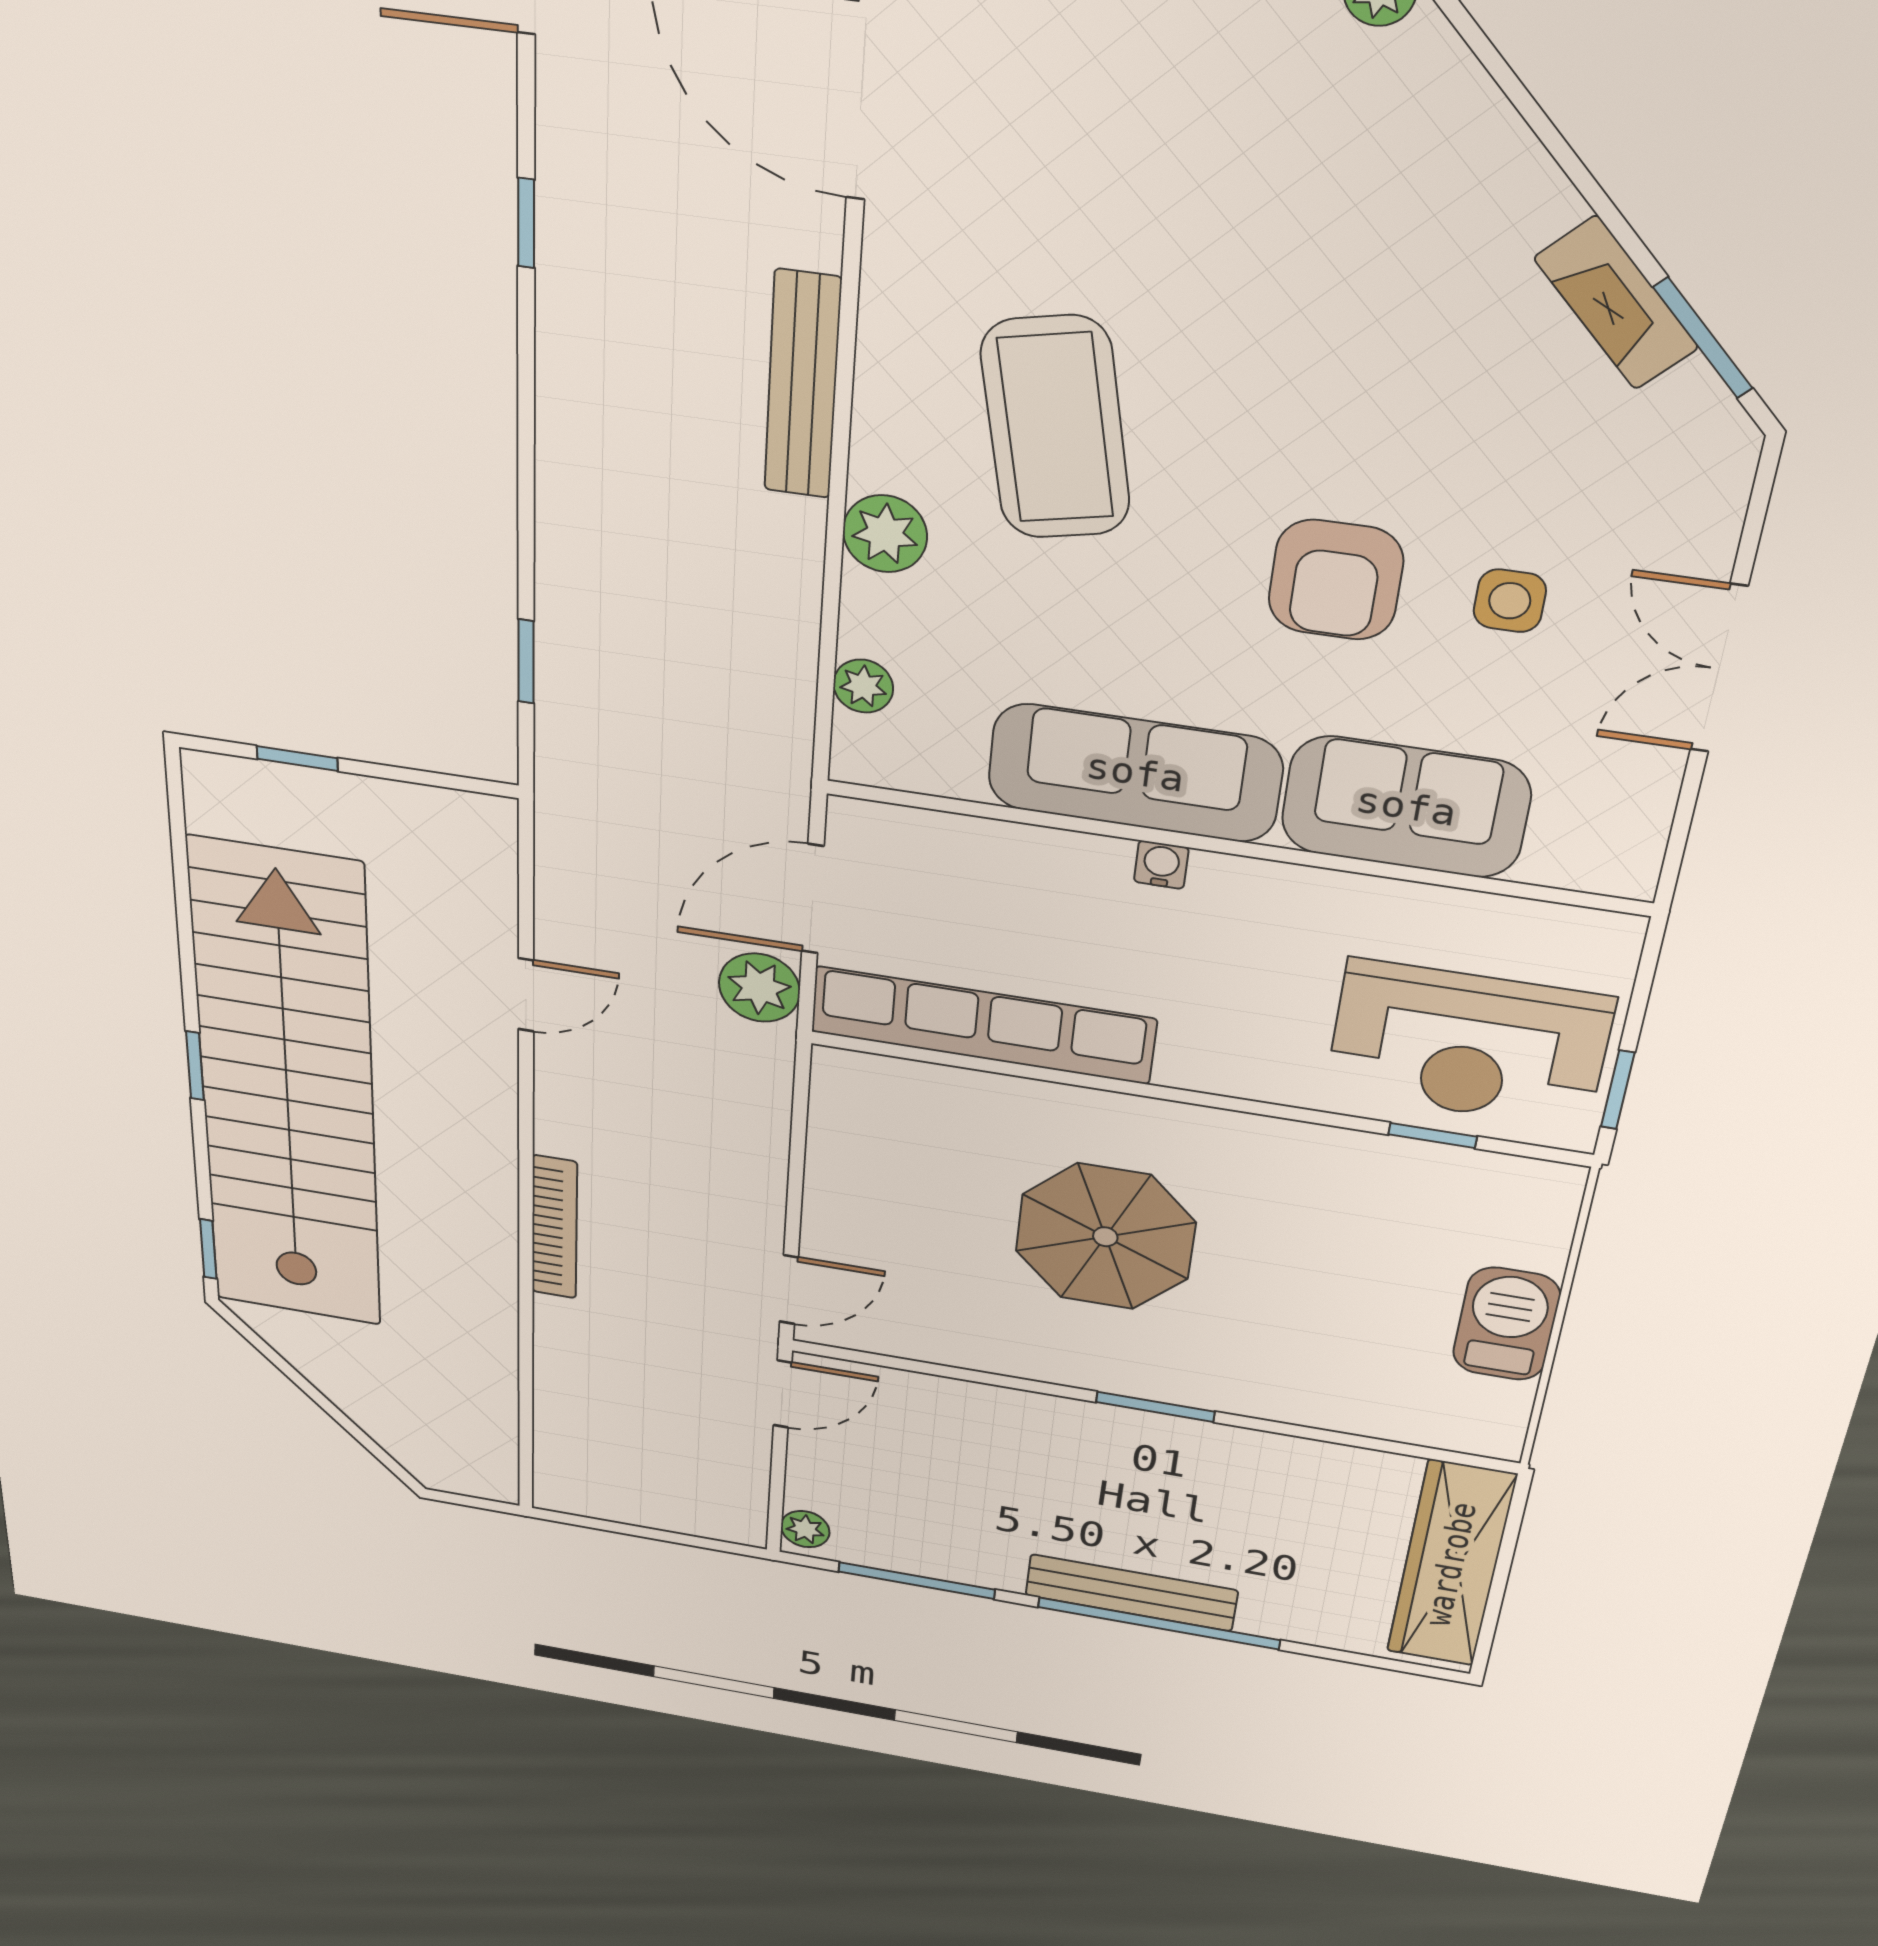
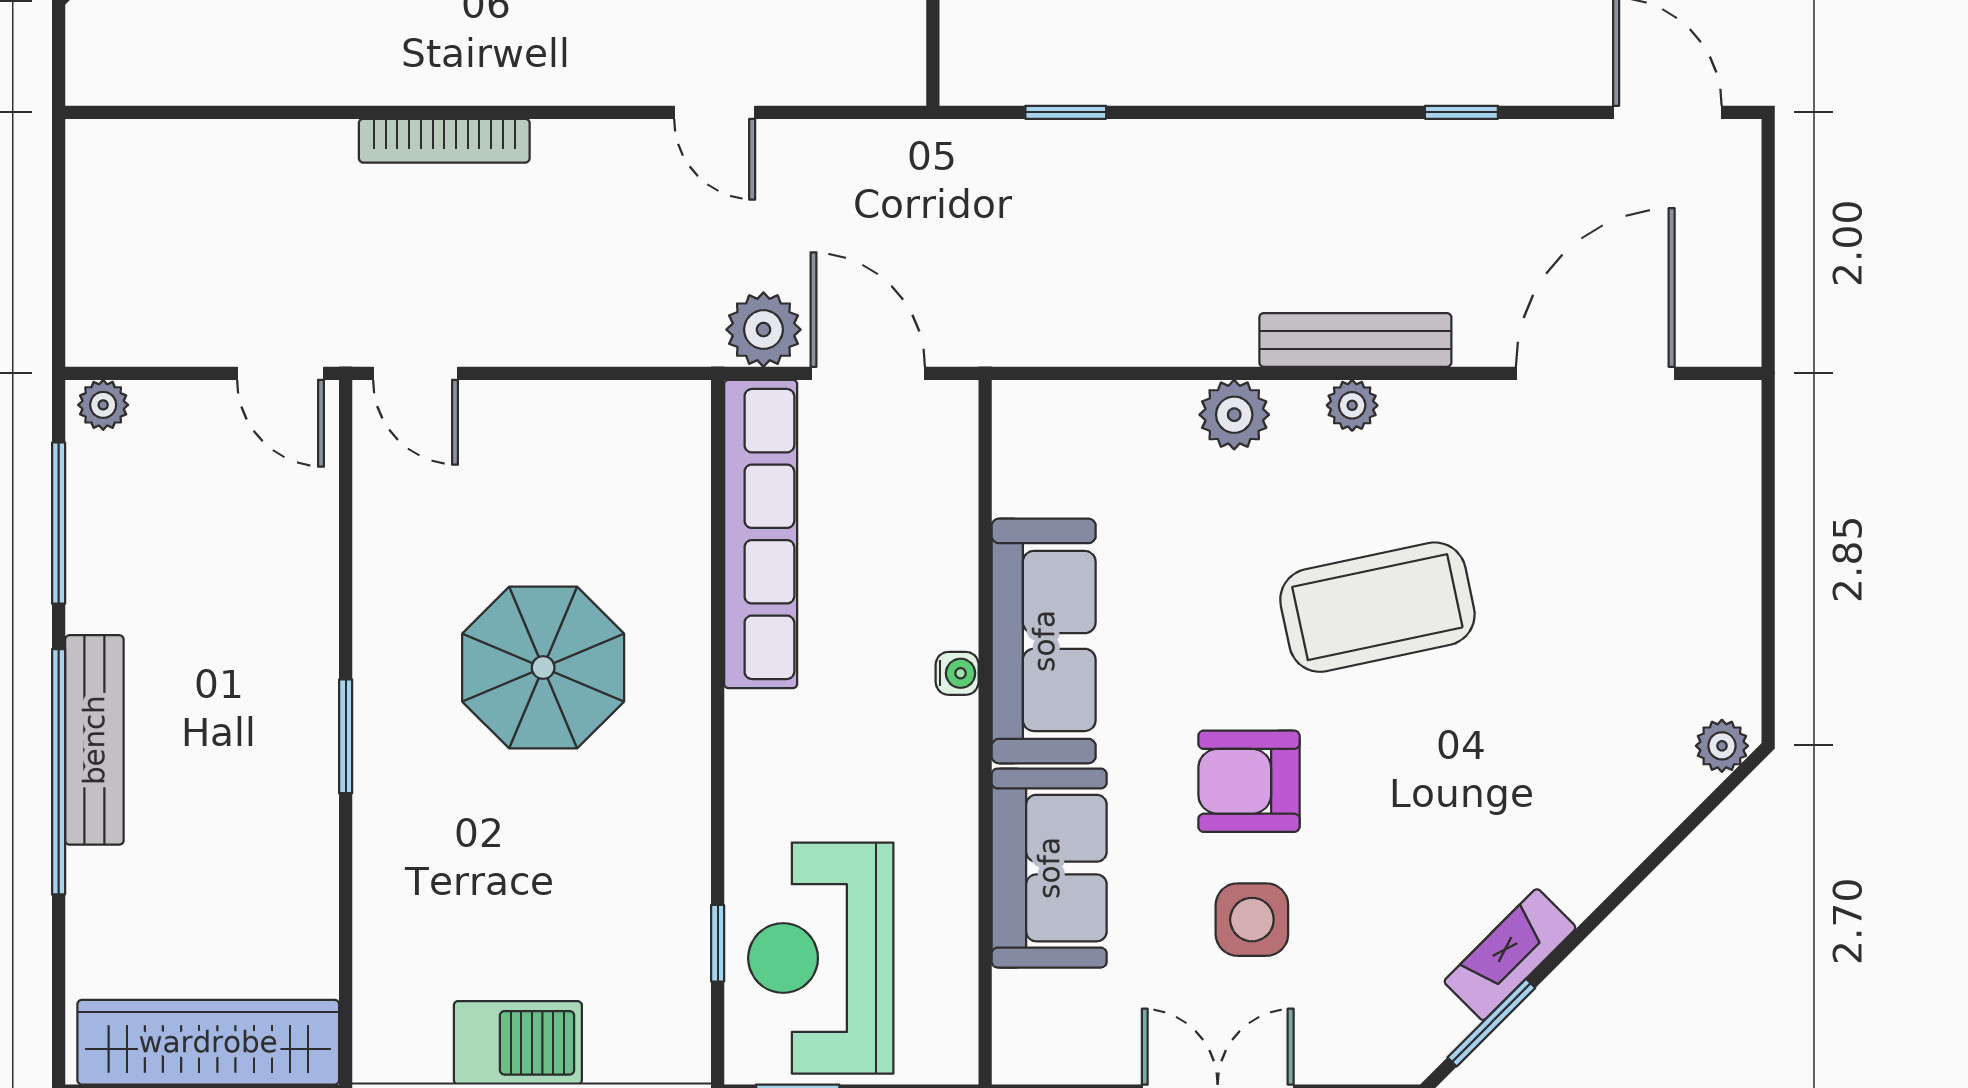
coffee table: (1056, 428) -> (1377, 607), moved
side table: (1510, 601) -> (1252, 920), width x1.37, depth x1.37
plant: (863, 686) -> (1352, 405), moved

